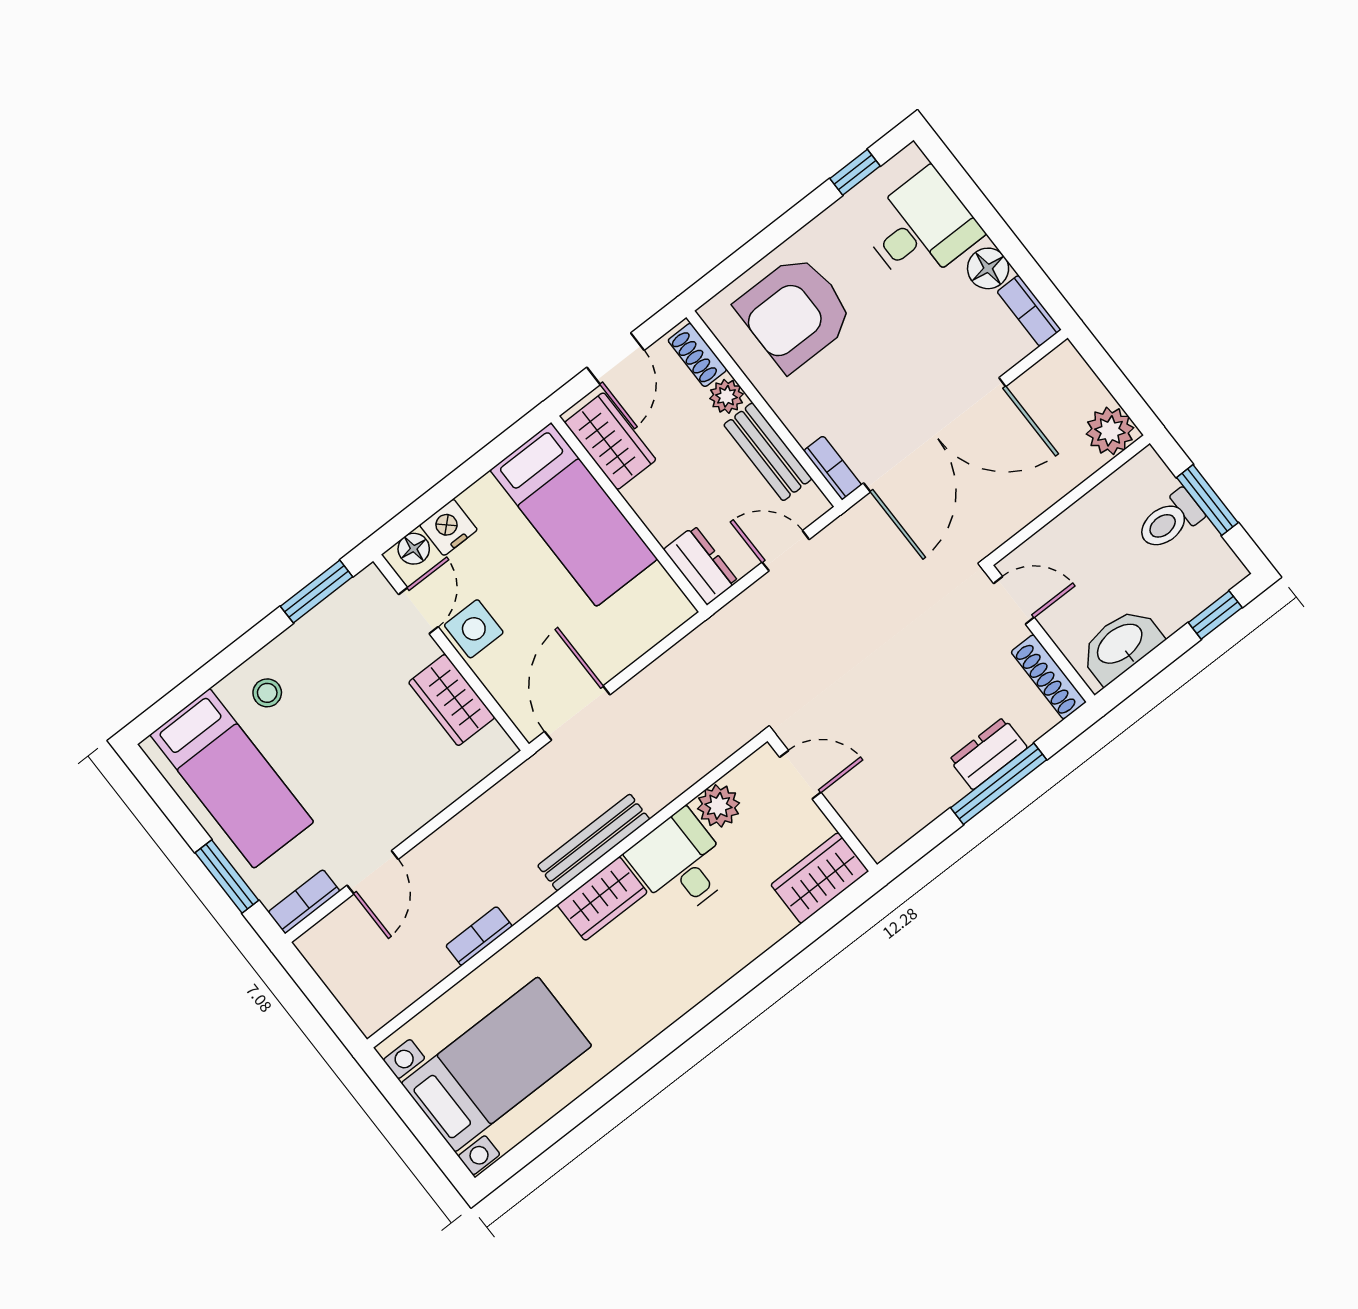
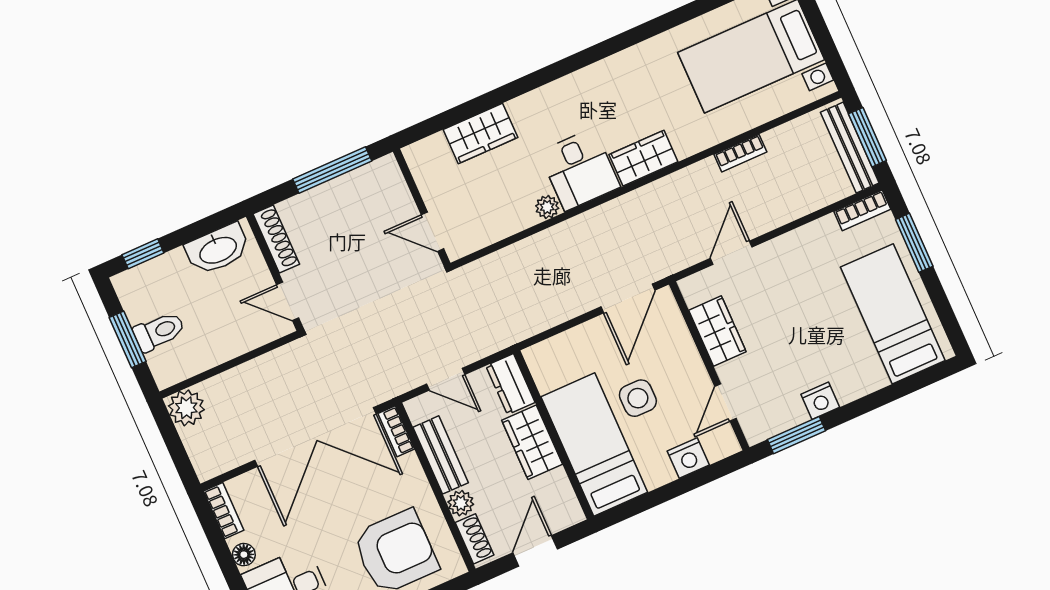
floor lamp: (988, 268) -> (244, 555), width x0.73, depth x0.73
double door: (935, 435) -> (315, 437), swing flipped
wardrobe: (610, 441) -> (532, 442), moved
floor lamp: (414, 549) -> (718, 449), removed
side table: (474, 629) -> (638, 398), moved
nightstand: (297, 643) -> (820, 401), added
stool: (267, 693) -> (851, 370), removed
dresser: (988, 754) -> (334, 194), removed
door: (800, 775) -> (433, 232), moved
wall: (822, 803) -> (422, 207), moved
plant: (719, 806) -> (547, 207), width x0.73, depth x0.73
bench: (594, 842) -> (850, 148), moved, turned 90
door: (373, 872) -> (731, 253), moved
window: (321, 997) -> (867, 137), added

